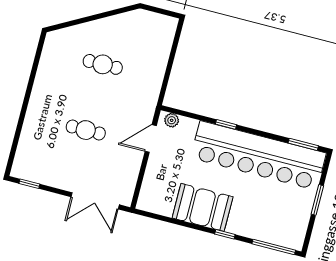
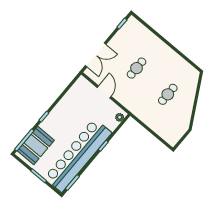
door: (151, 138) -> (104, 92), moved
double door: (95, 201) -> (96, 55), swing flipped
booth: (203, 207) -> (36, 145), moved

